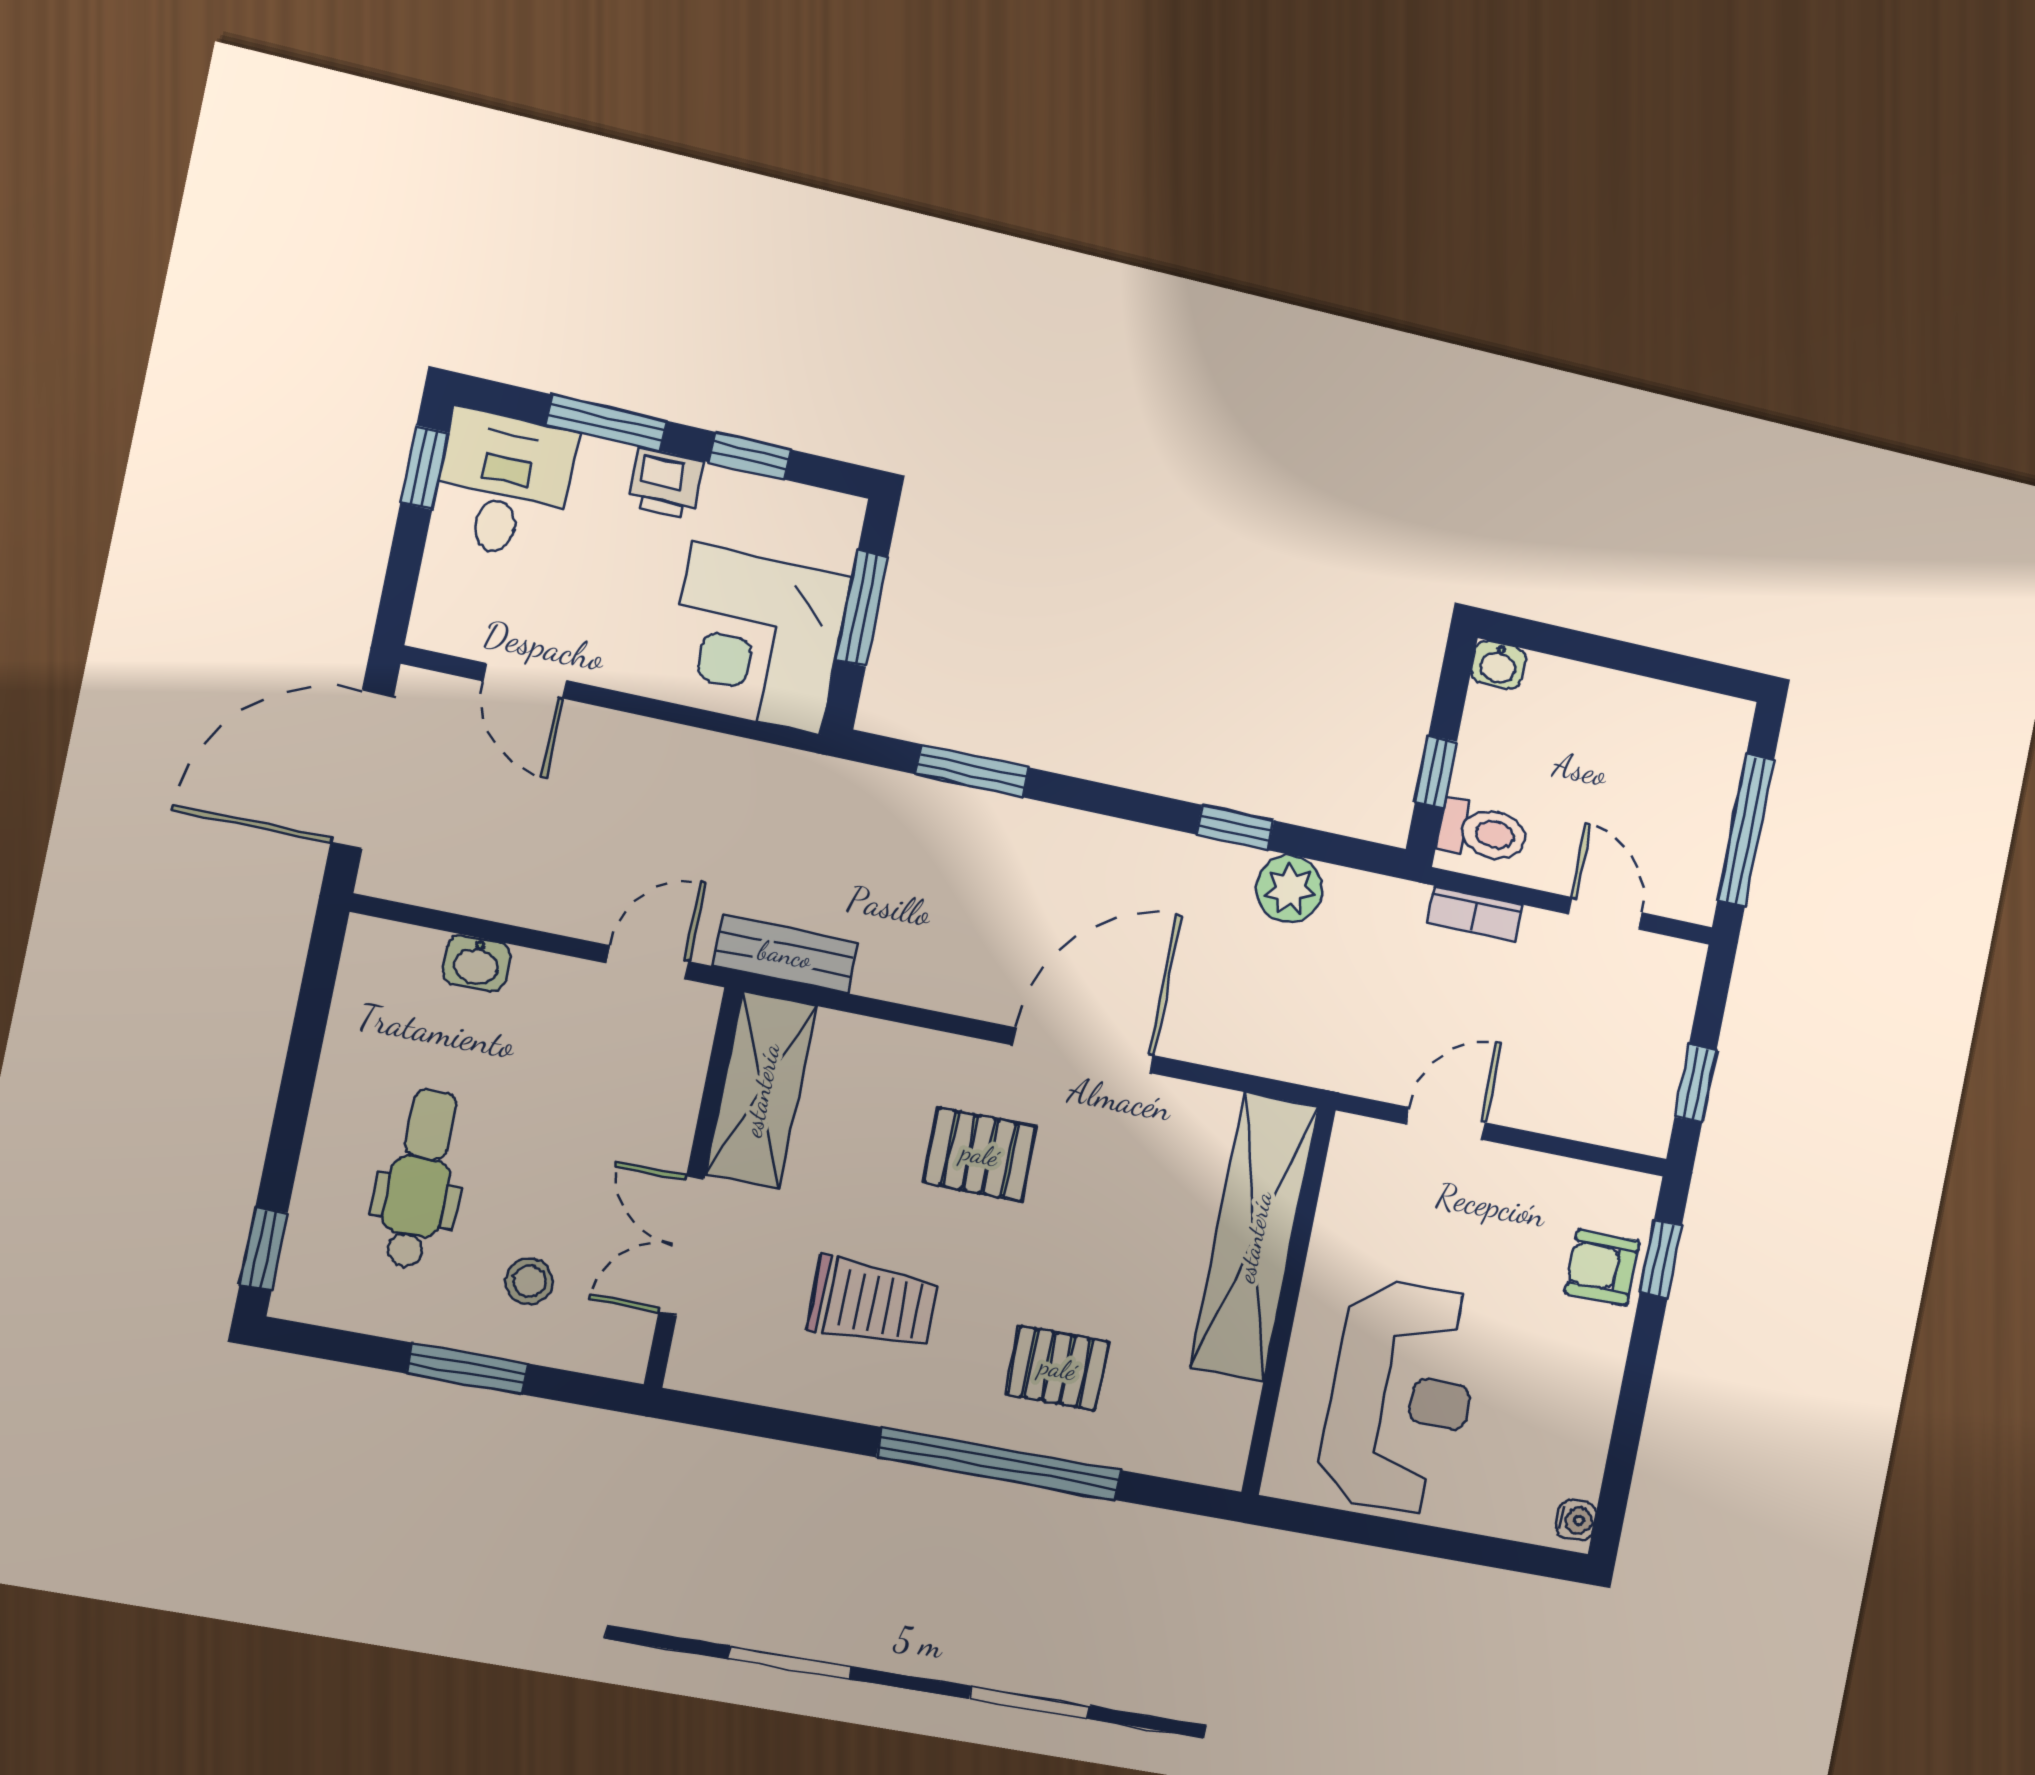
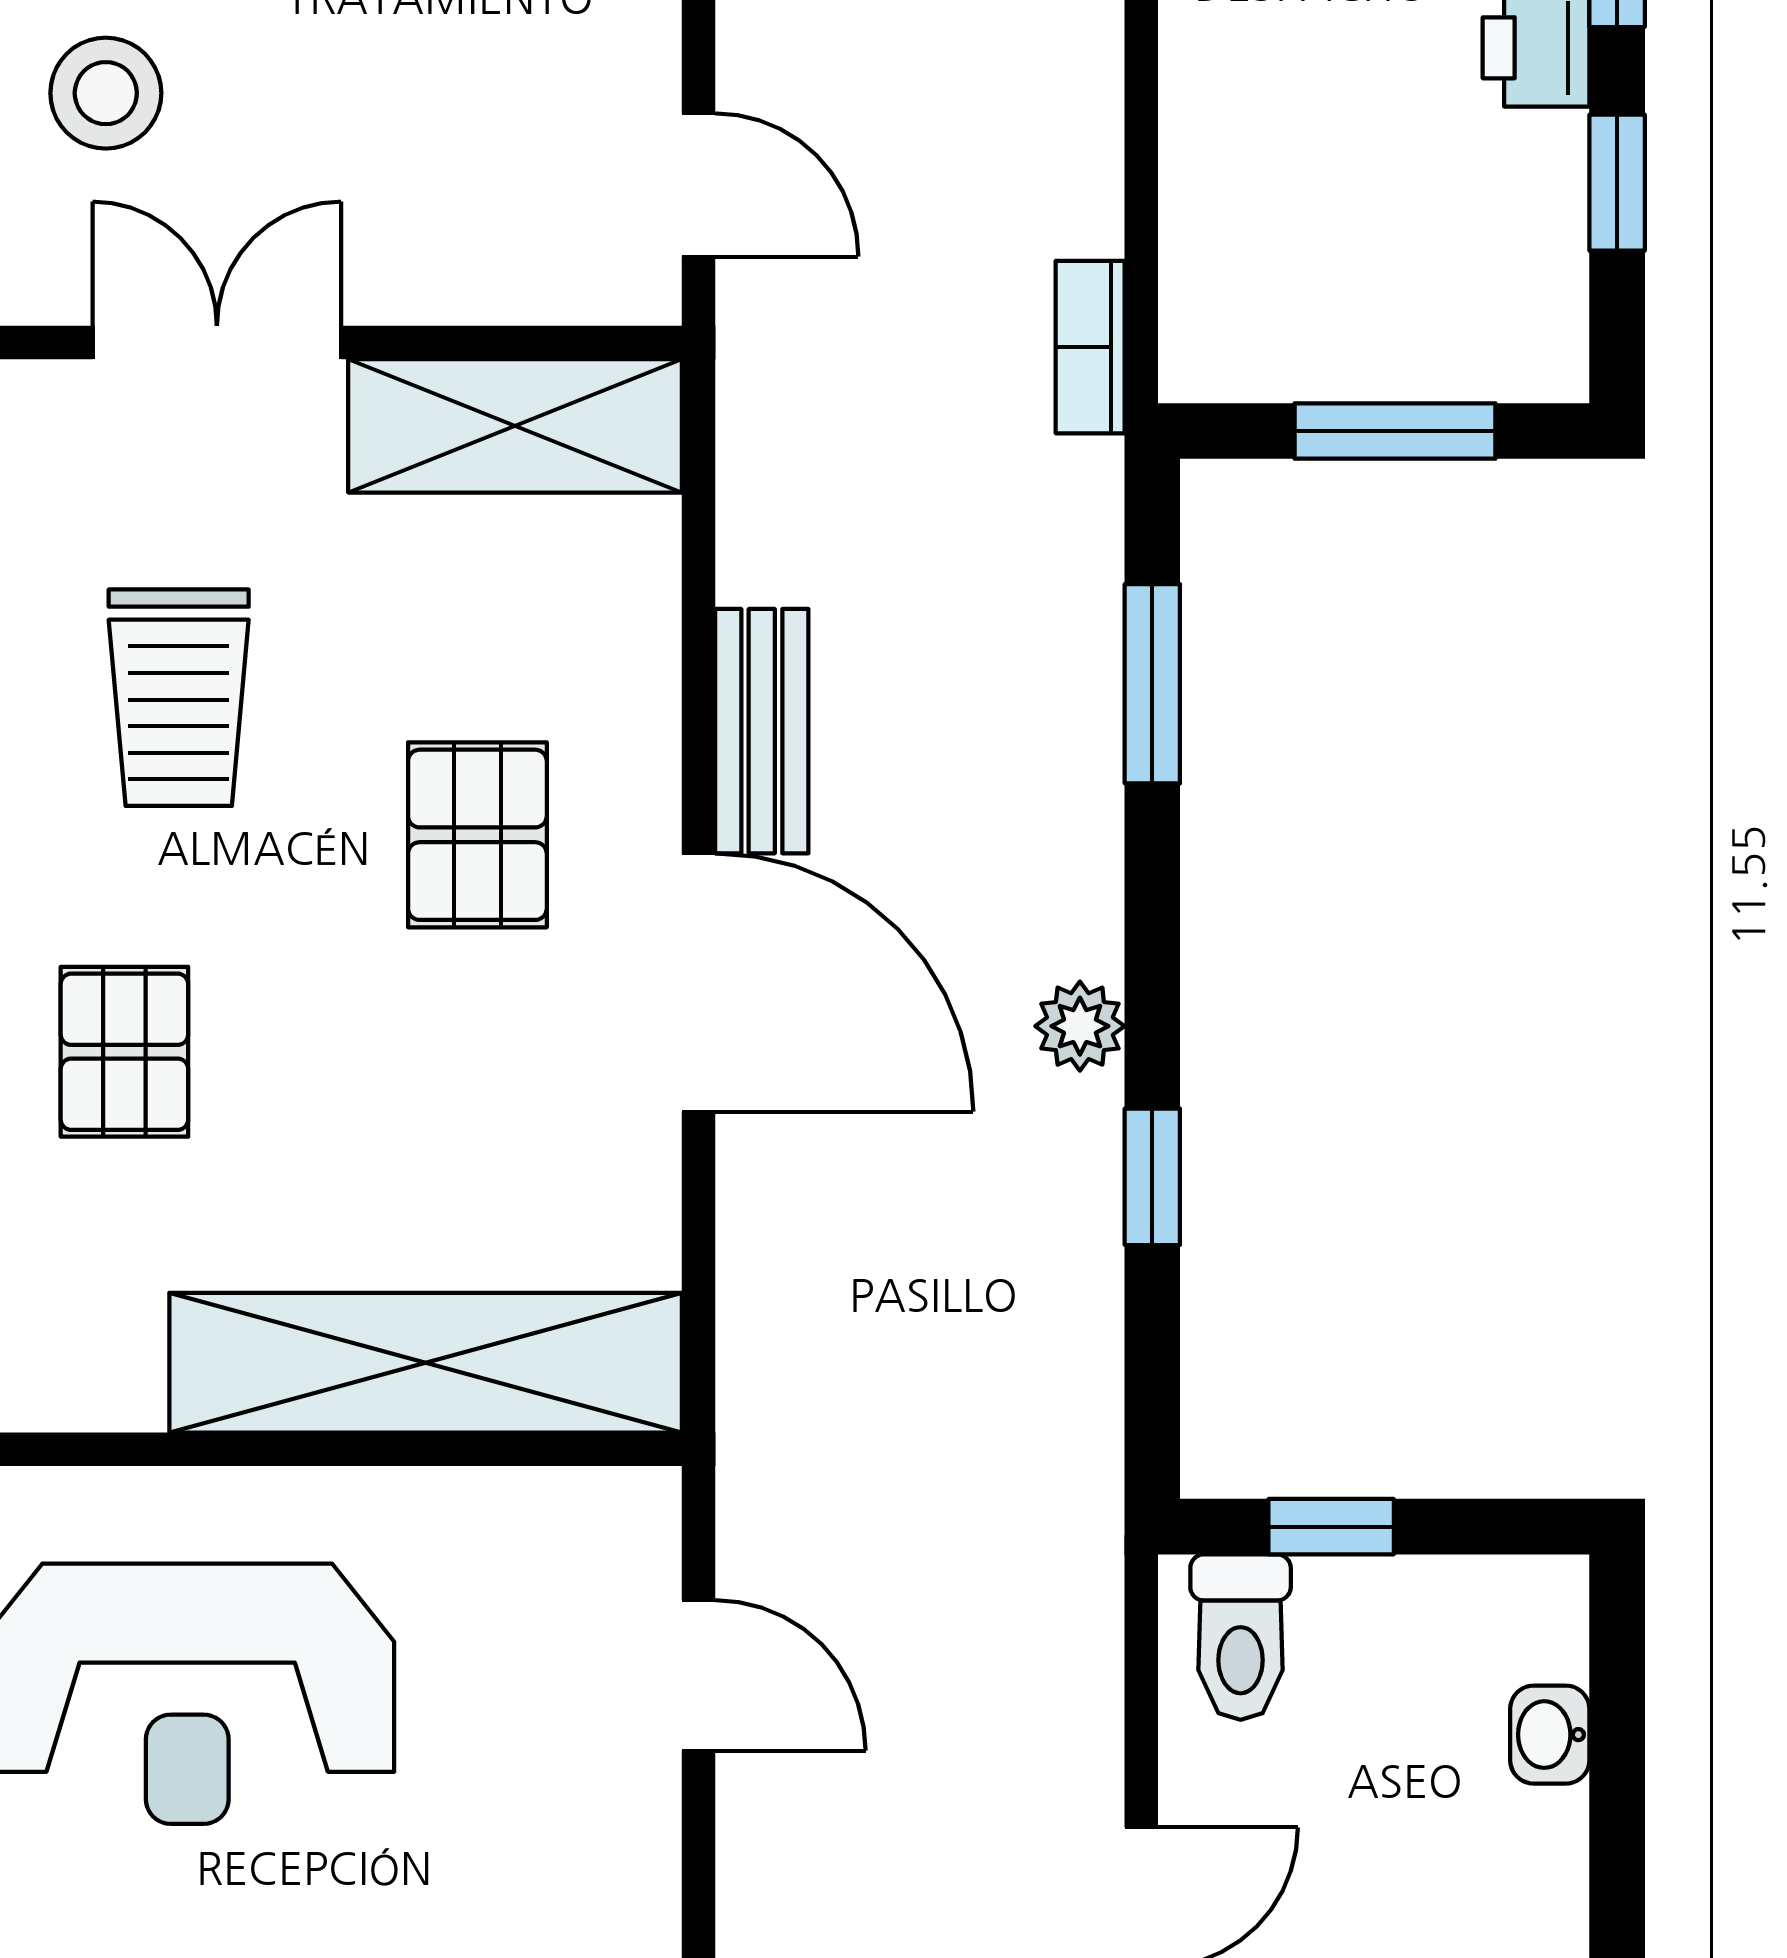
corner desk: (757, 639) -> (1302, 259), removed
washbasin: (1498, 665) -> (1550, 1735), moved
plant: (1289, 889) -> (1080, 1026), moved, width x0.73, depth x0.73
bookcase: (1475, 913) -> (1090, 347), moved
bench: (785, 954) -> (762, 731), moved
stool: (529, 1281) -> (106, 93), width x1.37, depth x1.37

